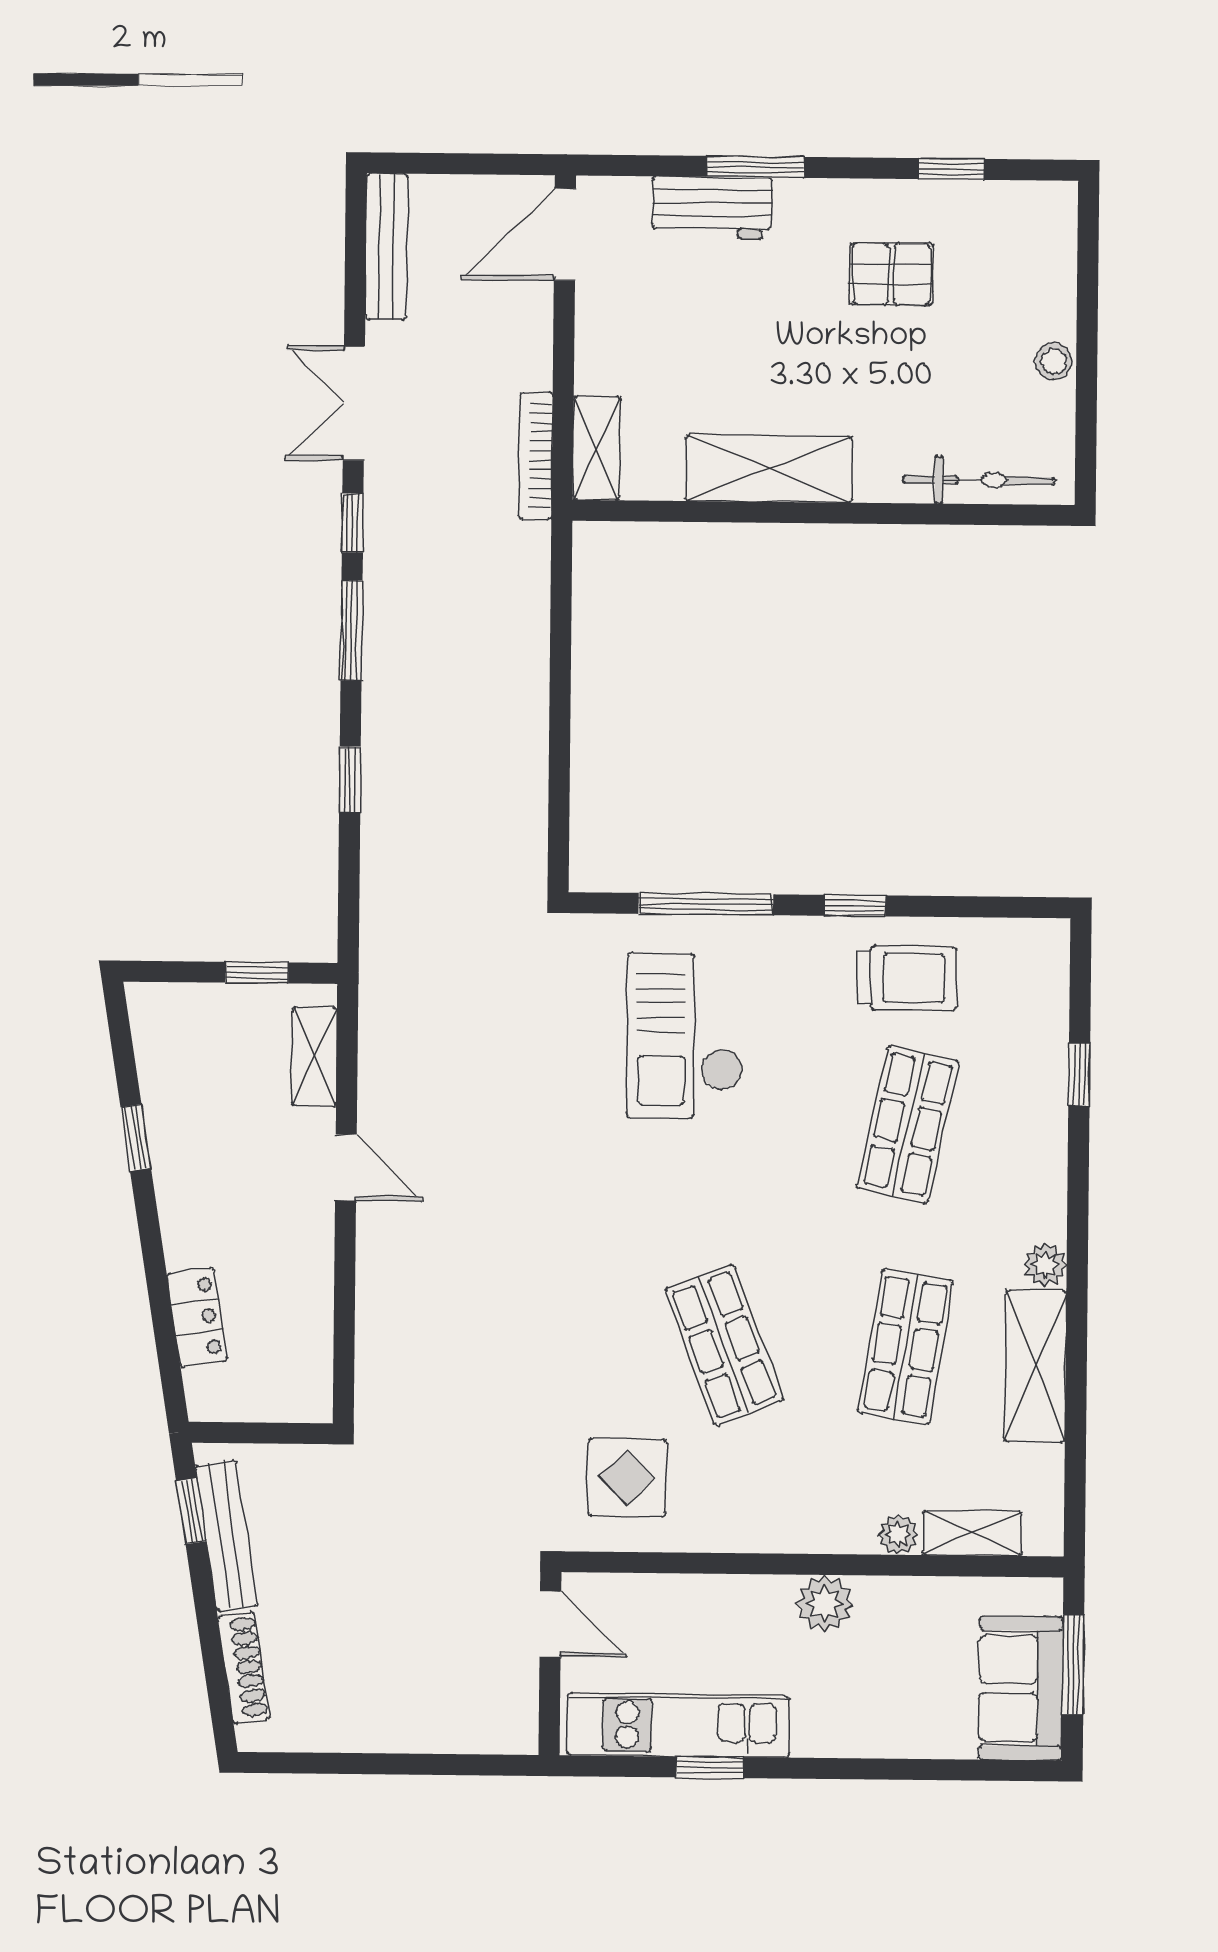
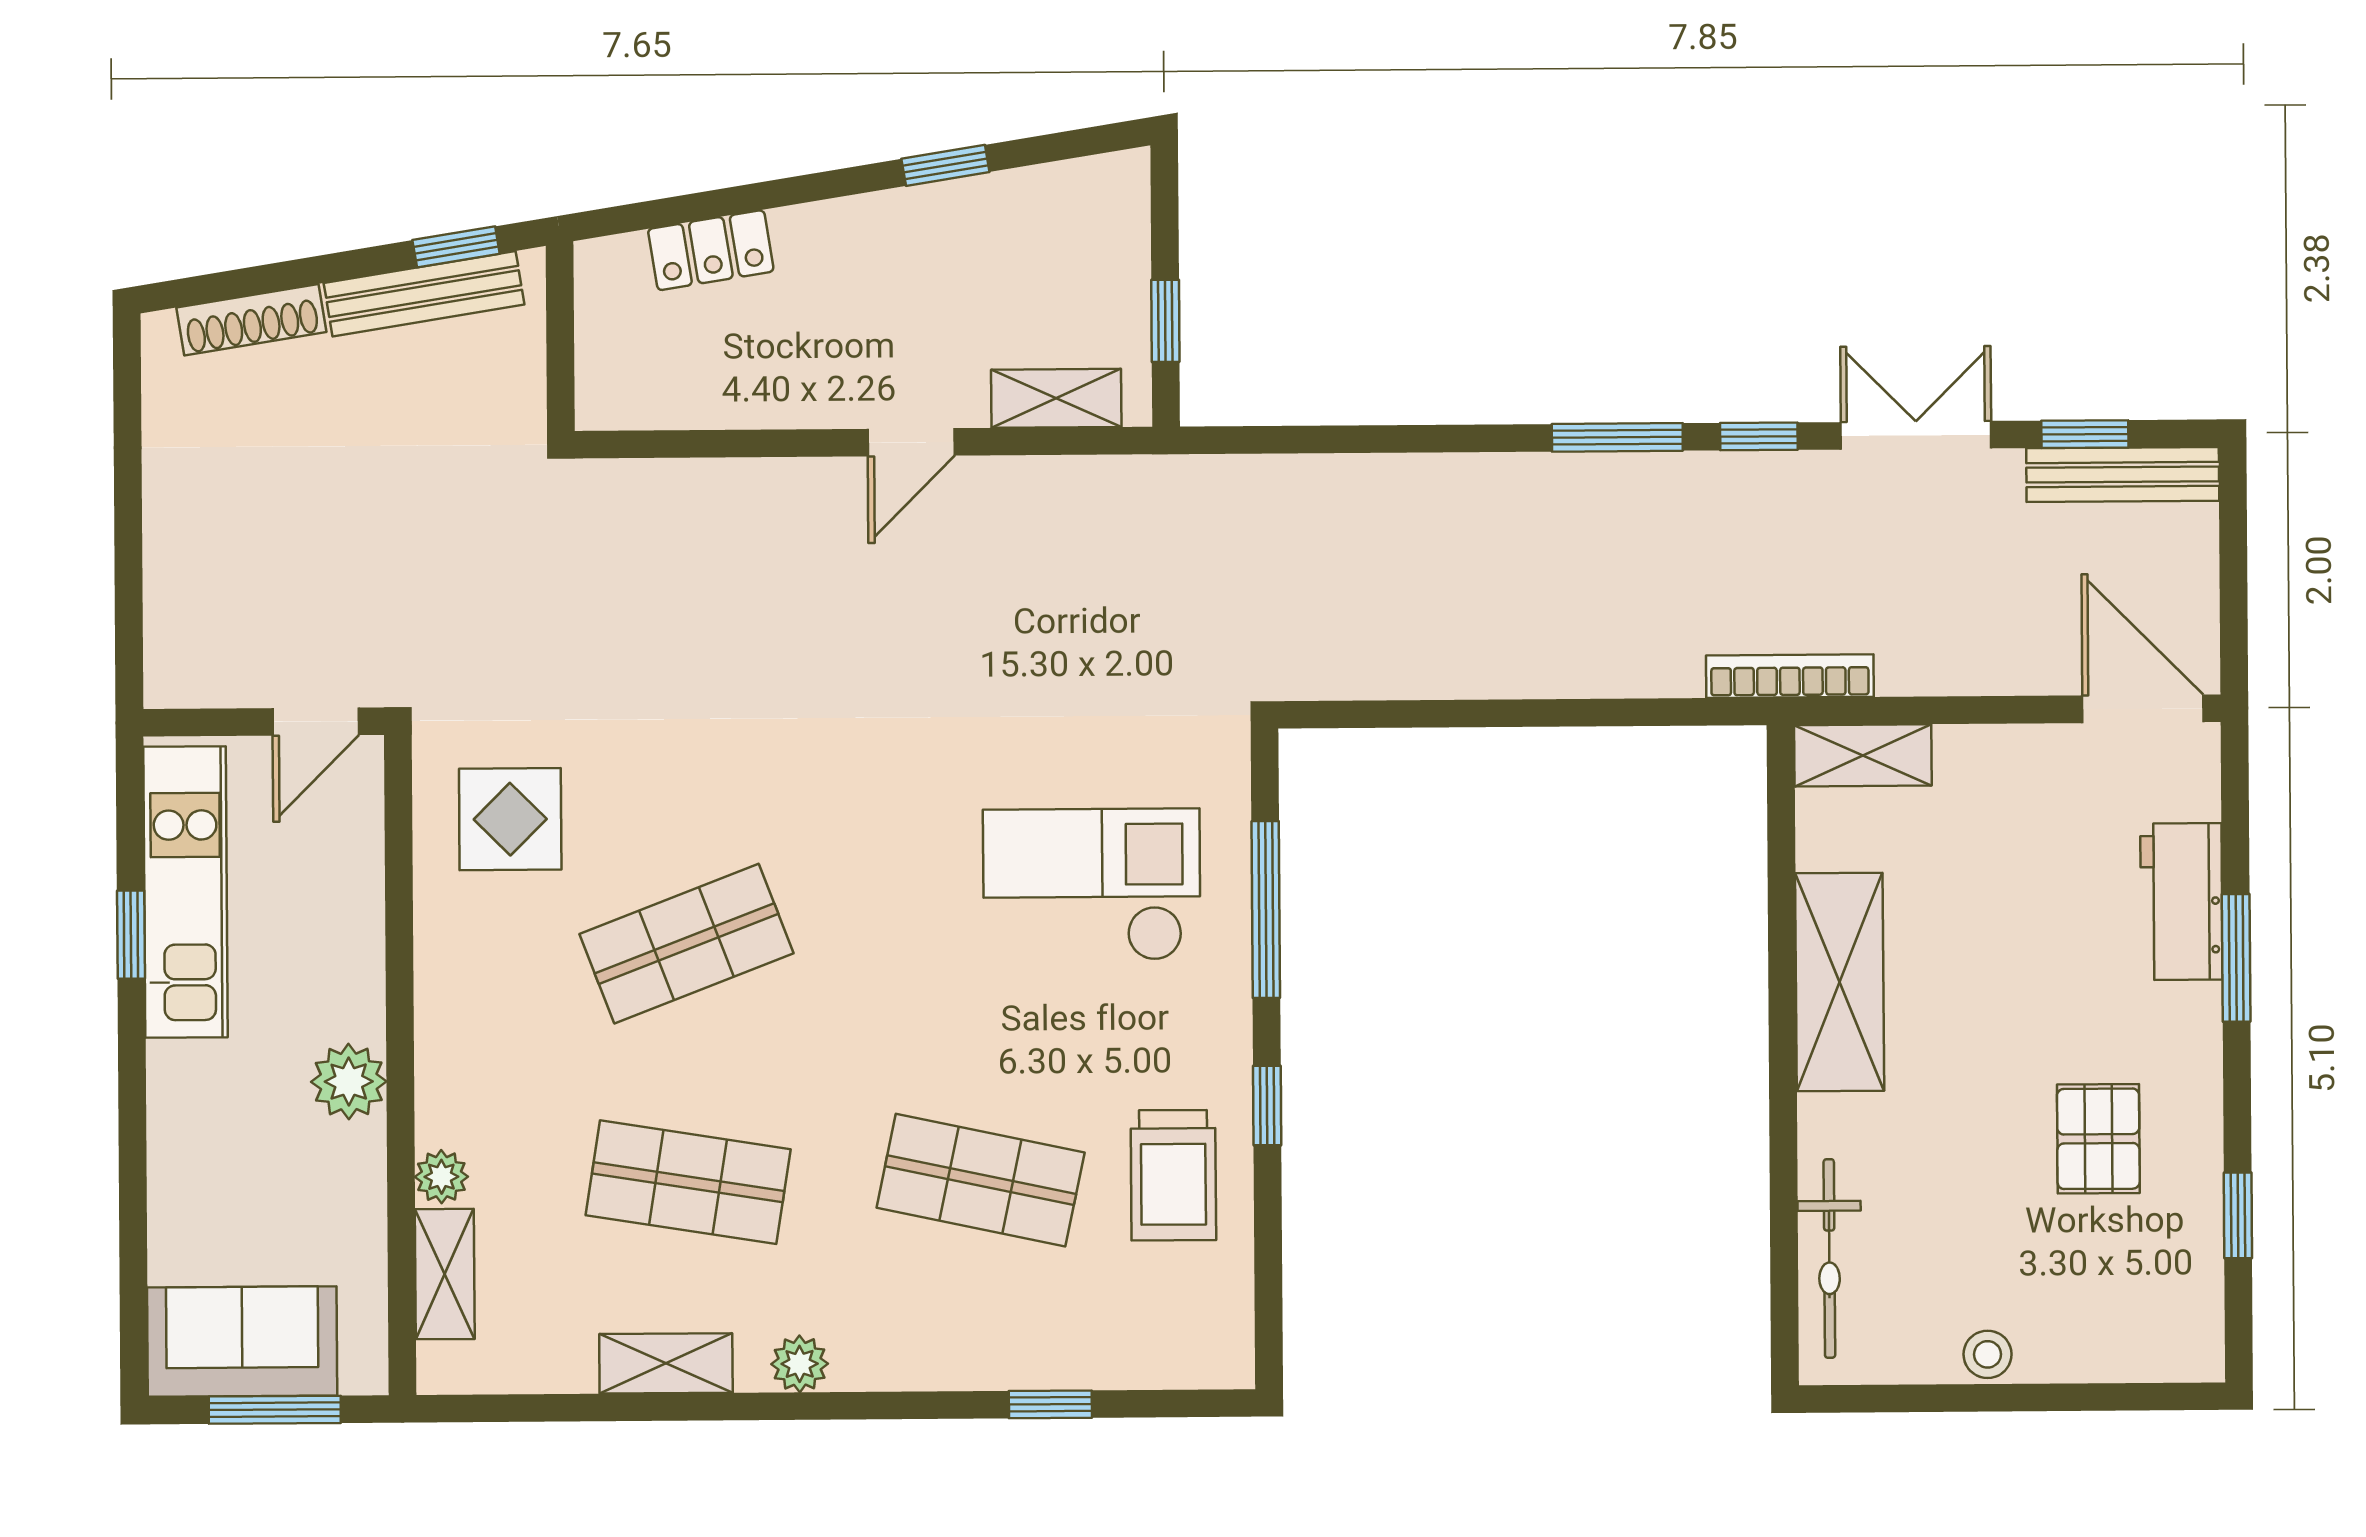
bookcase: (536, 456) -> (1790, 676), moved
window: (350, 780) -> (2085, 434), moved
shelving: (1035, 1366) -> (666, 1363), width x0.67, depth x0.75

